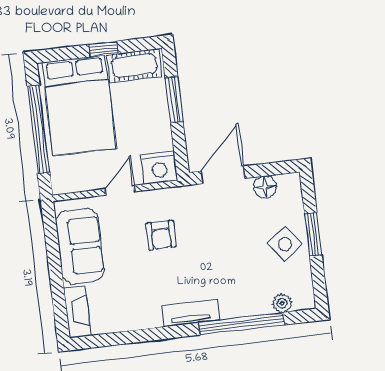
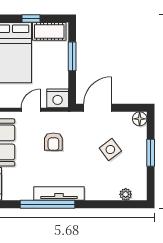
floor lamp: (265, 187) -> (140, 119), moved
side table: (285, 244) -> (110, 150), moved
tv unit: (190, 313) -> (59, 194), width x1.41
window: (242, 324) -> (48, 204), moved

